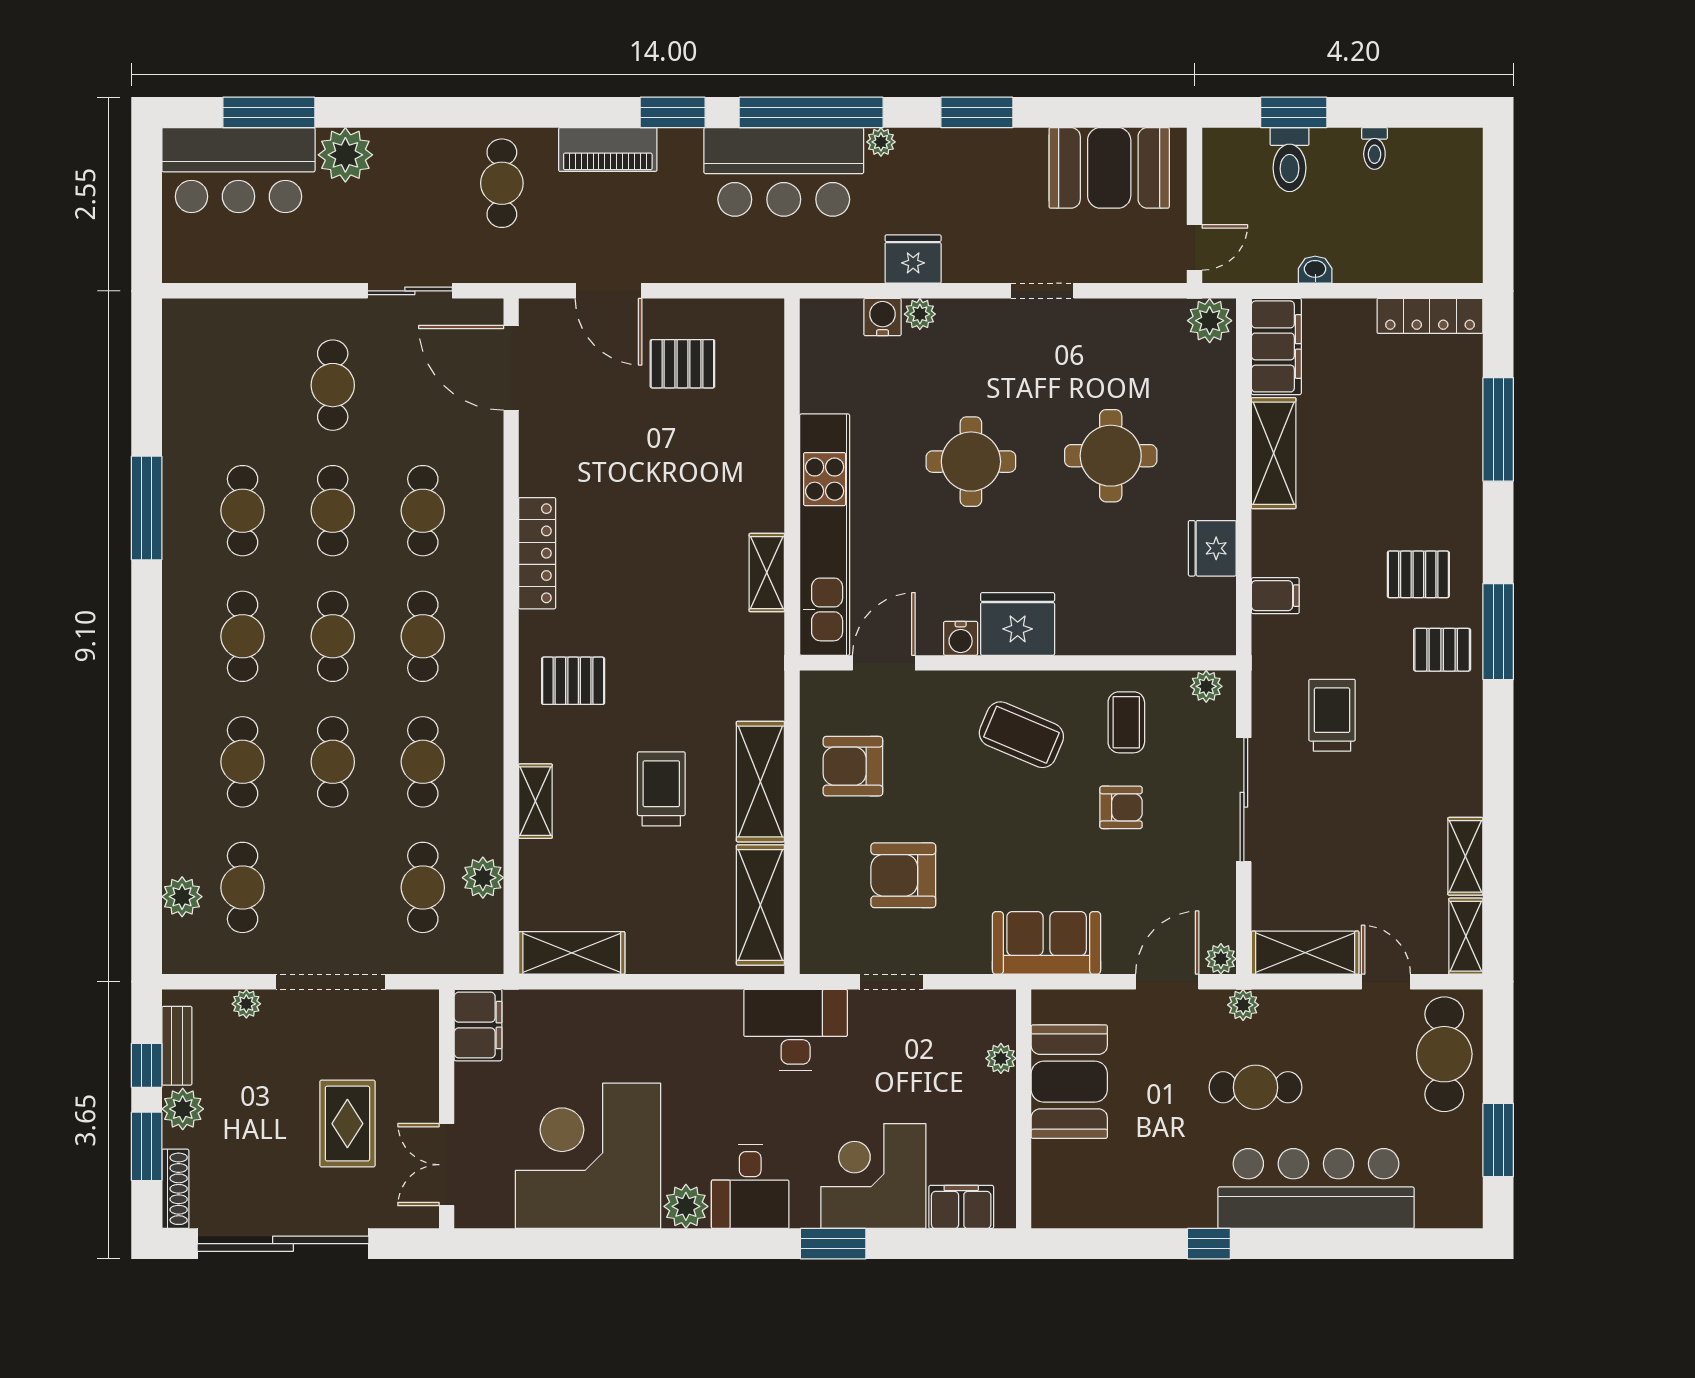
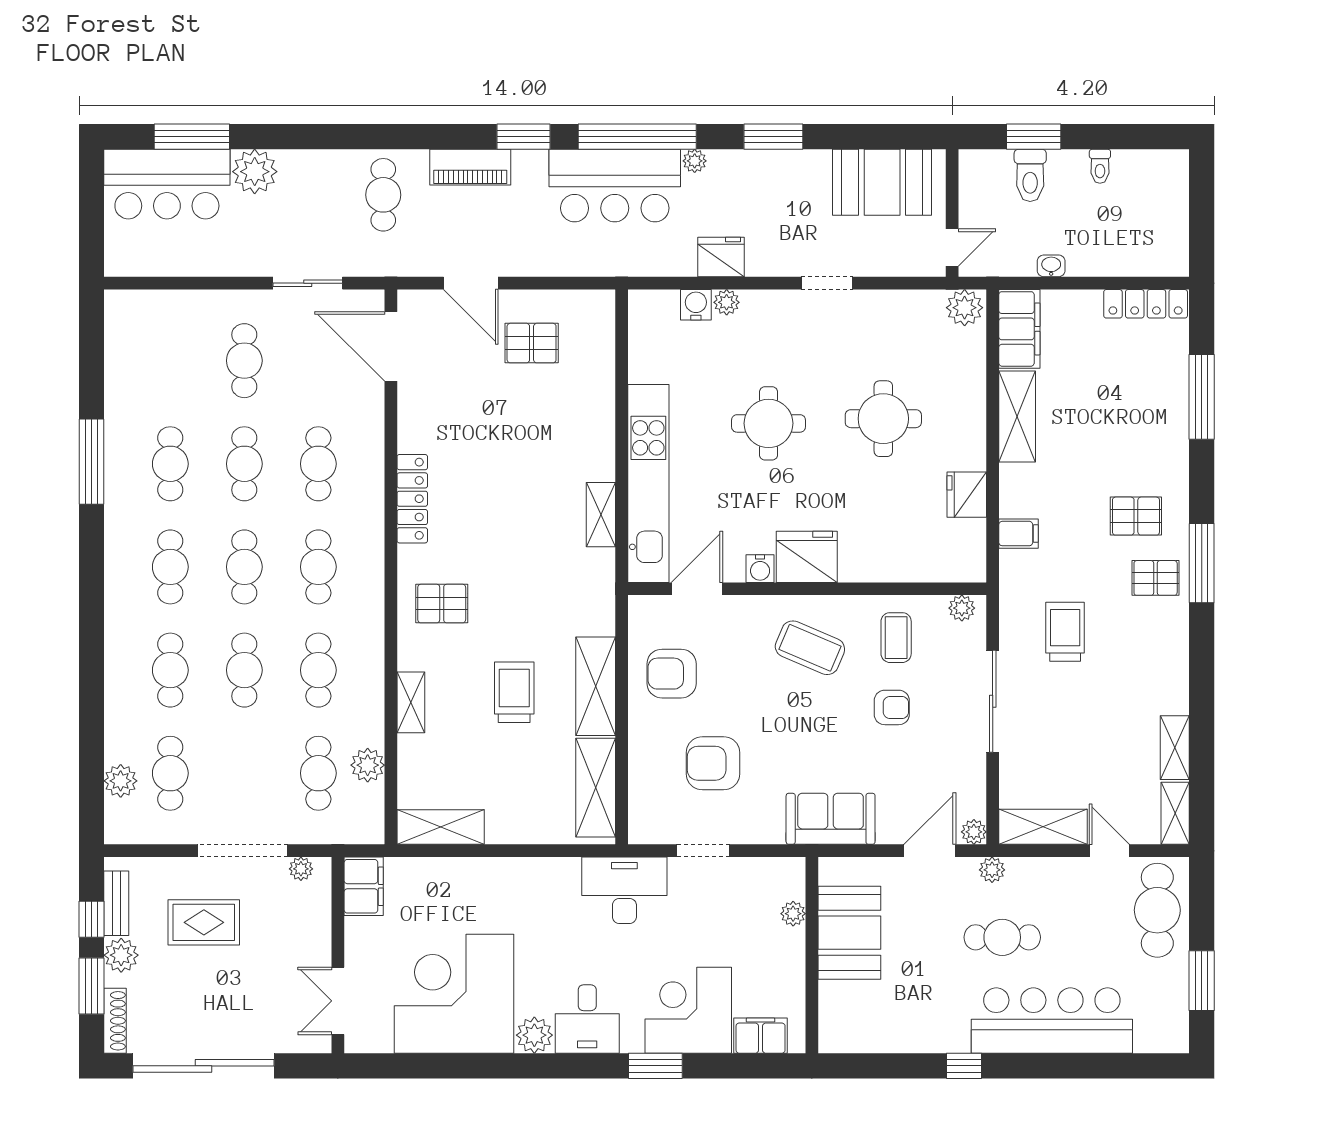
plant: (246, 1004) -> (301, 869), moved
rug: (347, 1124) -> (204, 922), moved, turned 90

